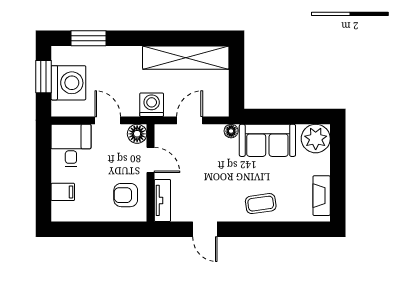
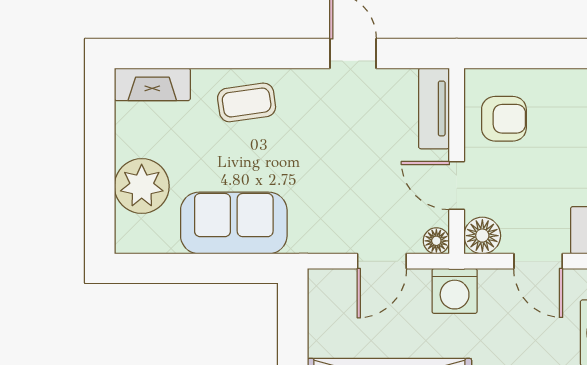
floor lamp: (231, 131) -> (436, 241), moved
plant: (316, 139) -> (142, 186), moved
fireplace: (322, 196) -> (152, 84), moved, turned 90

